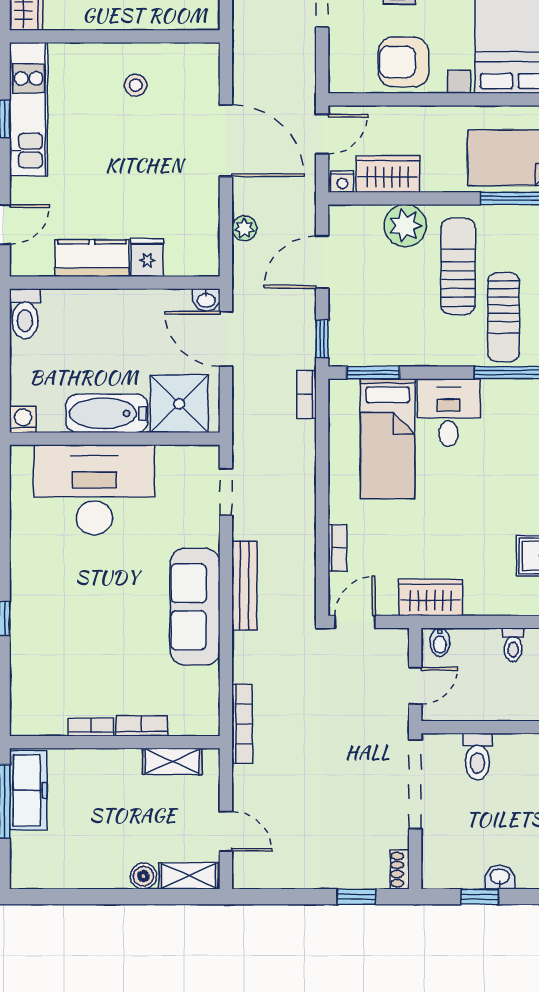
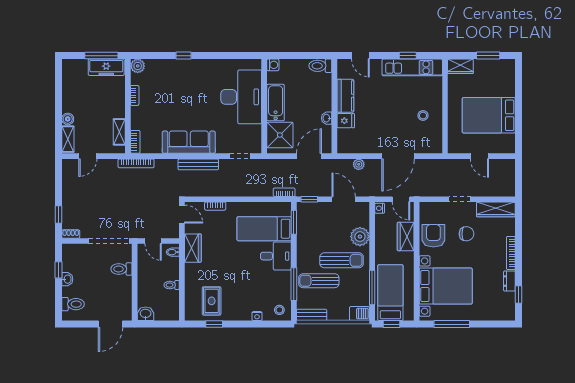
wardrobe: (388, 174) -> (406, 237), moved, turned 180
washbasin: (206, 300) -> (327, 118), moved
plant: (25, 720) -> (138, 66), added
bookcase: (142, 726) -> (135, 142), moved

